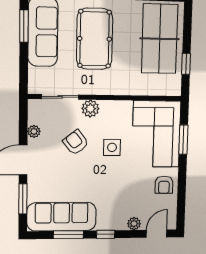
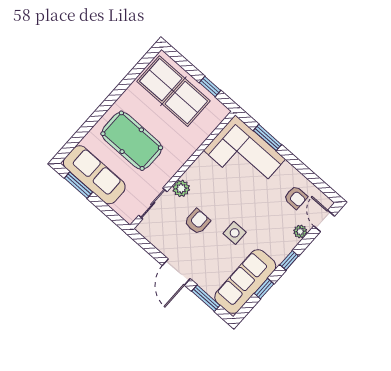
plant: (34, 131) -> (162, 245), removed
armchair: (76, 142) -> (197, 221), turned 128
side table: (112, 147) -> (235, 233), moved
armchair: (164, 185) -> (296, 197), moved
window: (68, 235) -> (264, 289), width x0.67

